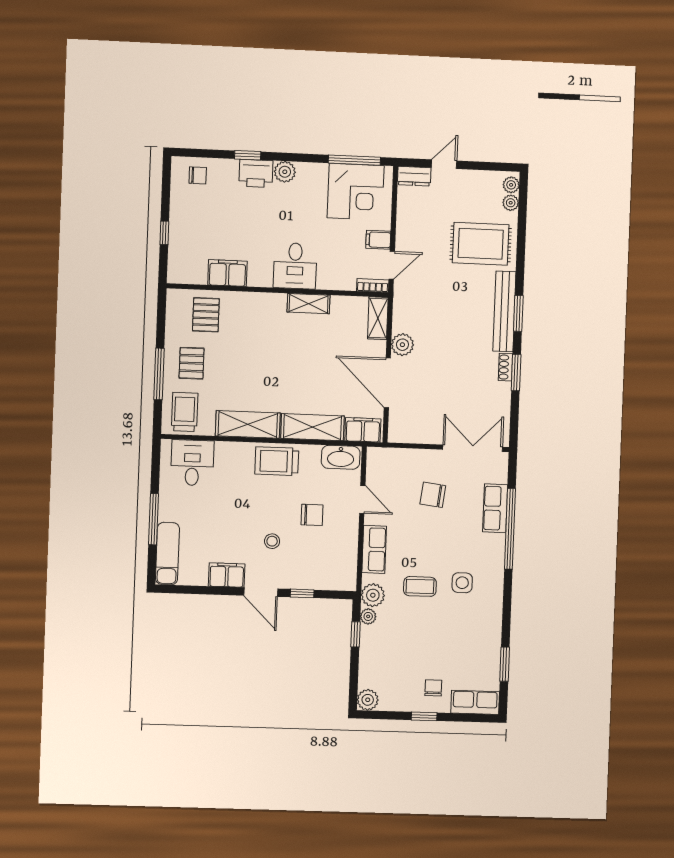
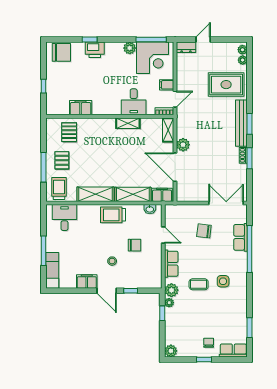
plant: (285, 172) -> (130, 48), moved
chair: (198, 175) -> (61, 52), width x1.87, depth x1.87
desk: (295, 266) -> (134, 102), moved
washbasin: (341, 457) -> (150, 209), width x0.52, depth x0.69

